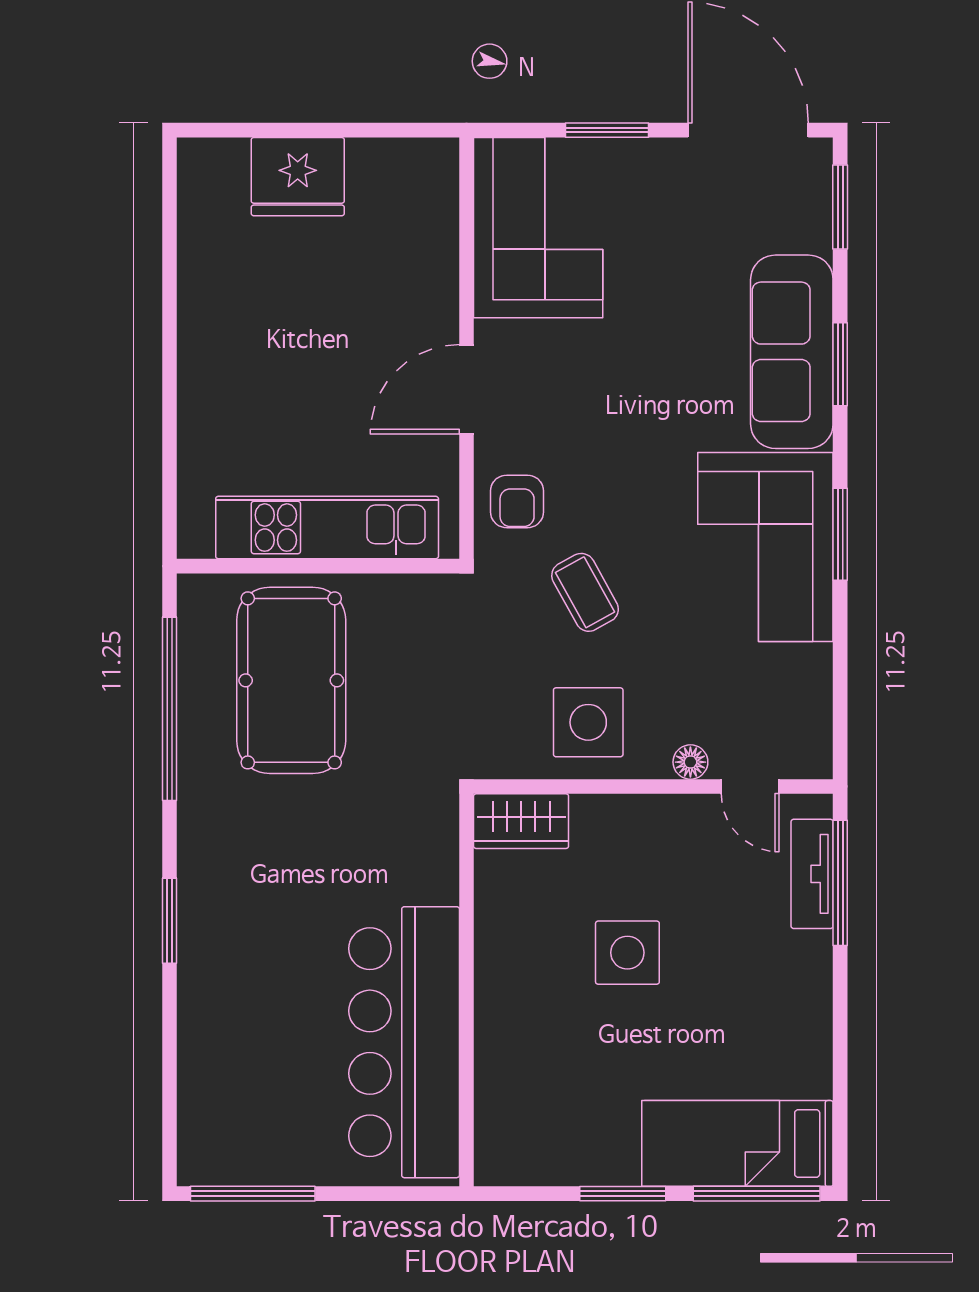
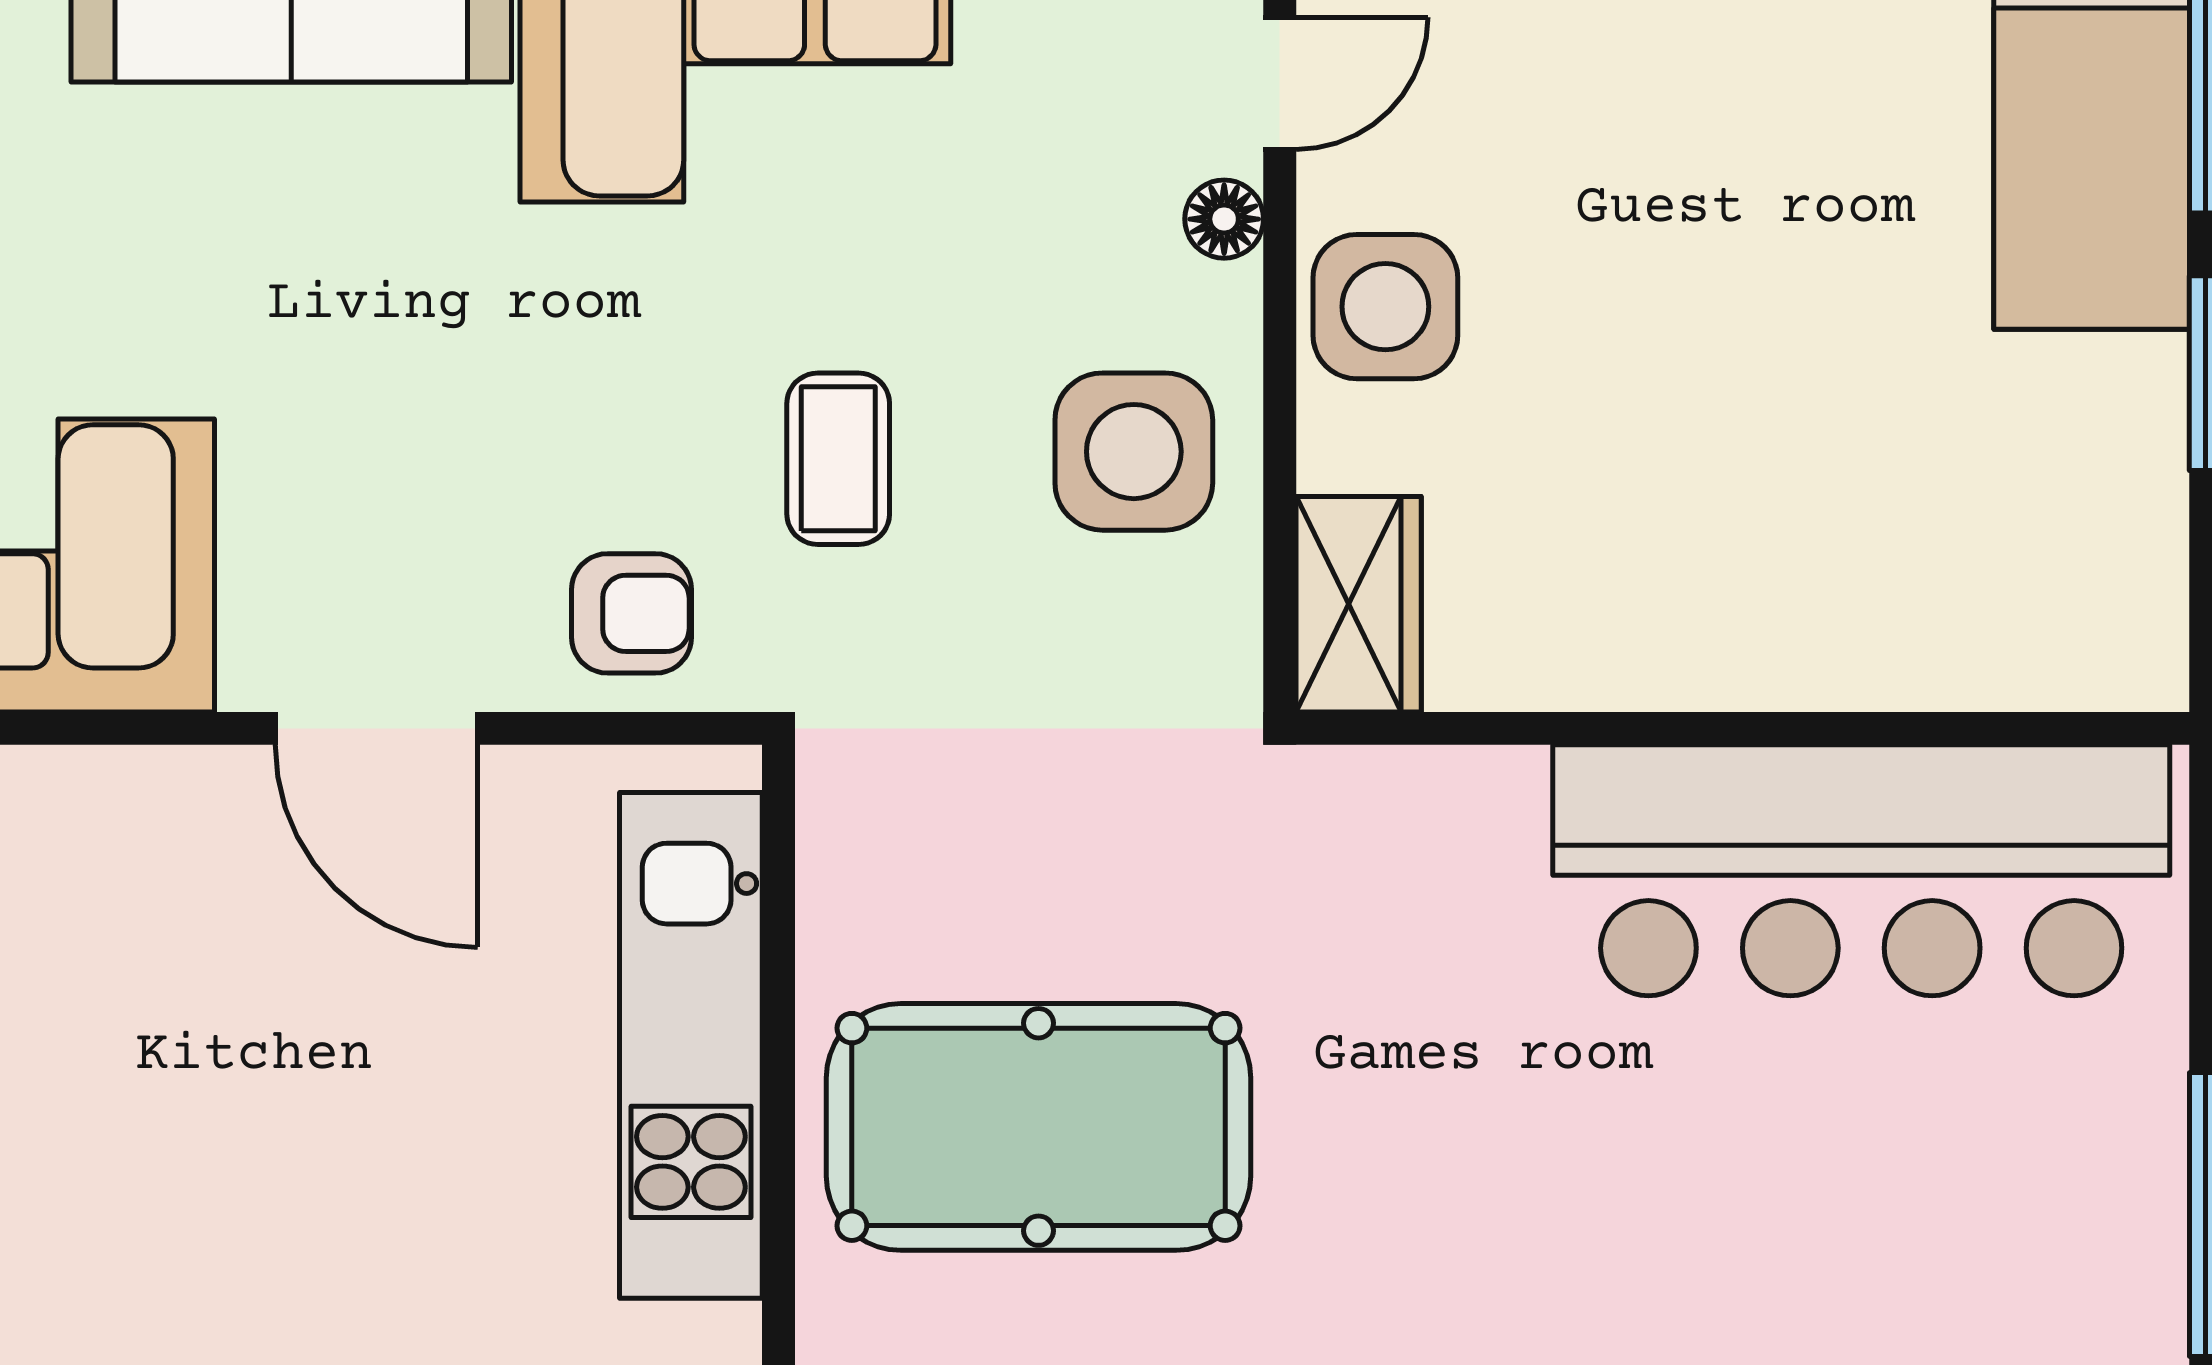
coffee table: (585, 592) -> (838, 459), turned -61
side table: (627, 953) -> (1385, 307), moved

